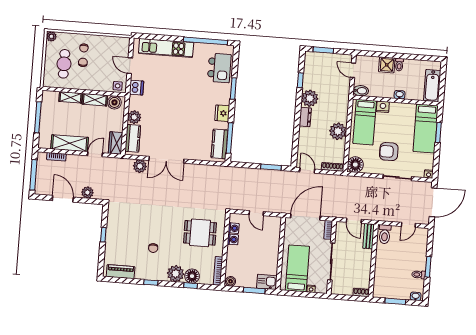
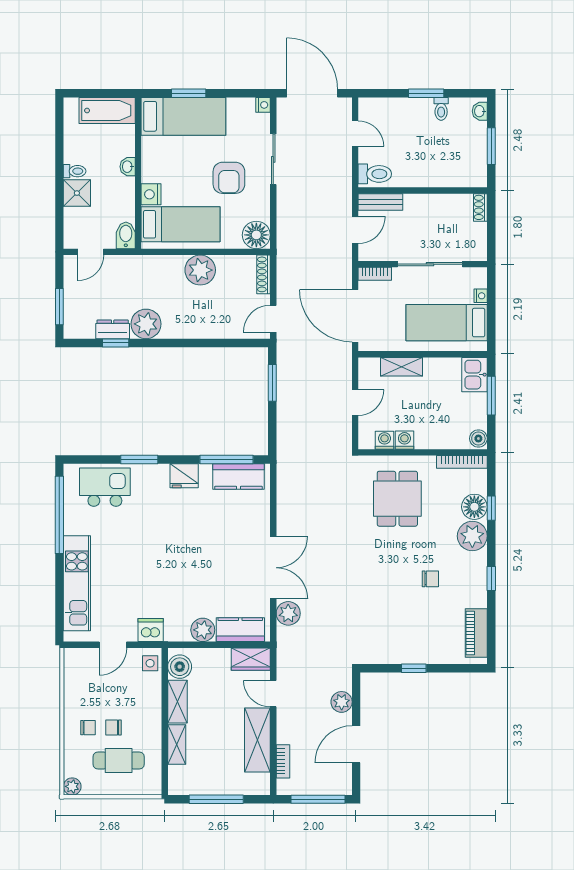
dresser: (305, 117) -> (113, 329), moved
shelving: (274, 241) -> (401, 367), added

